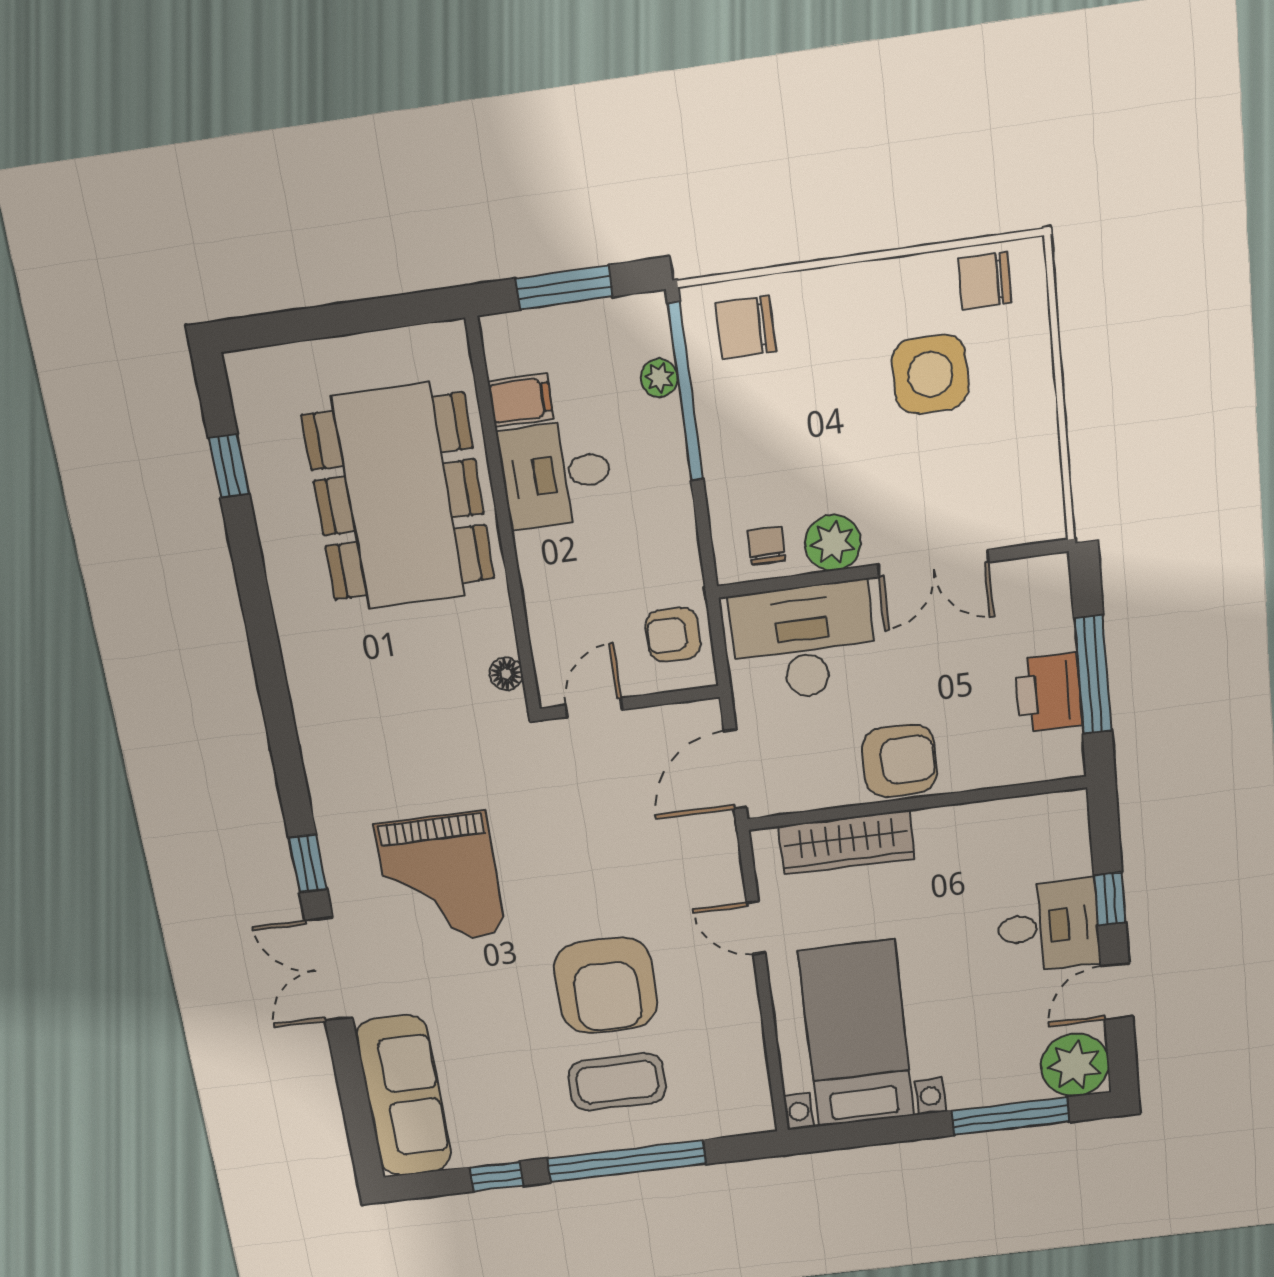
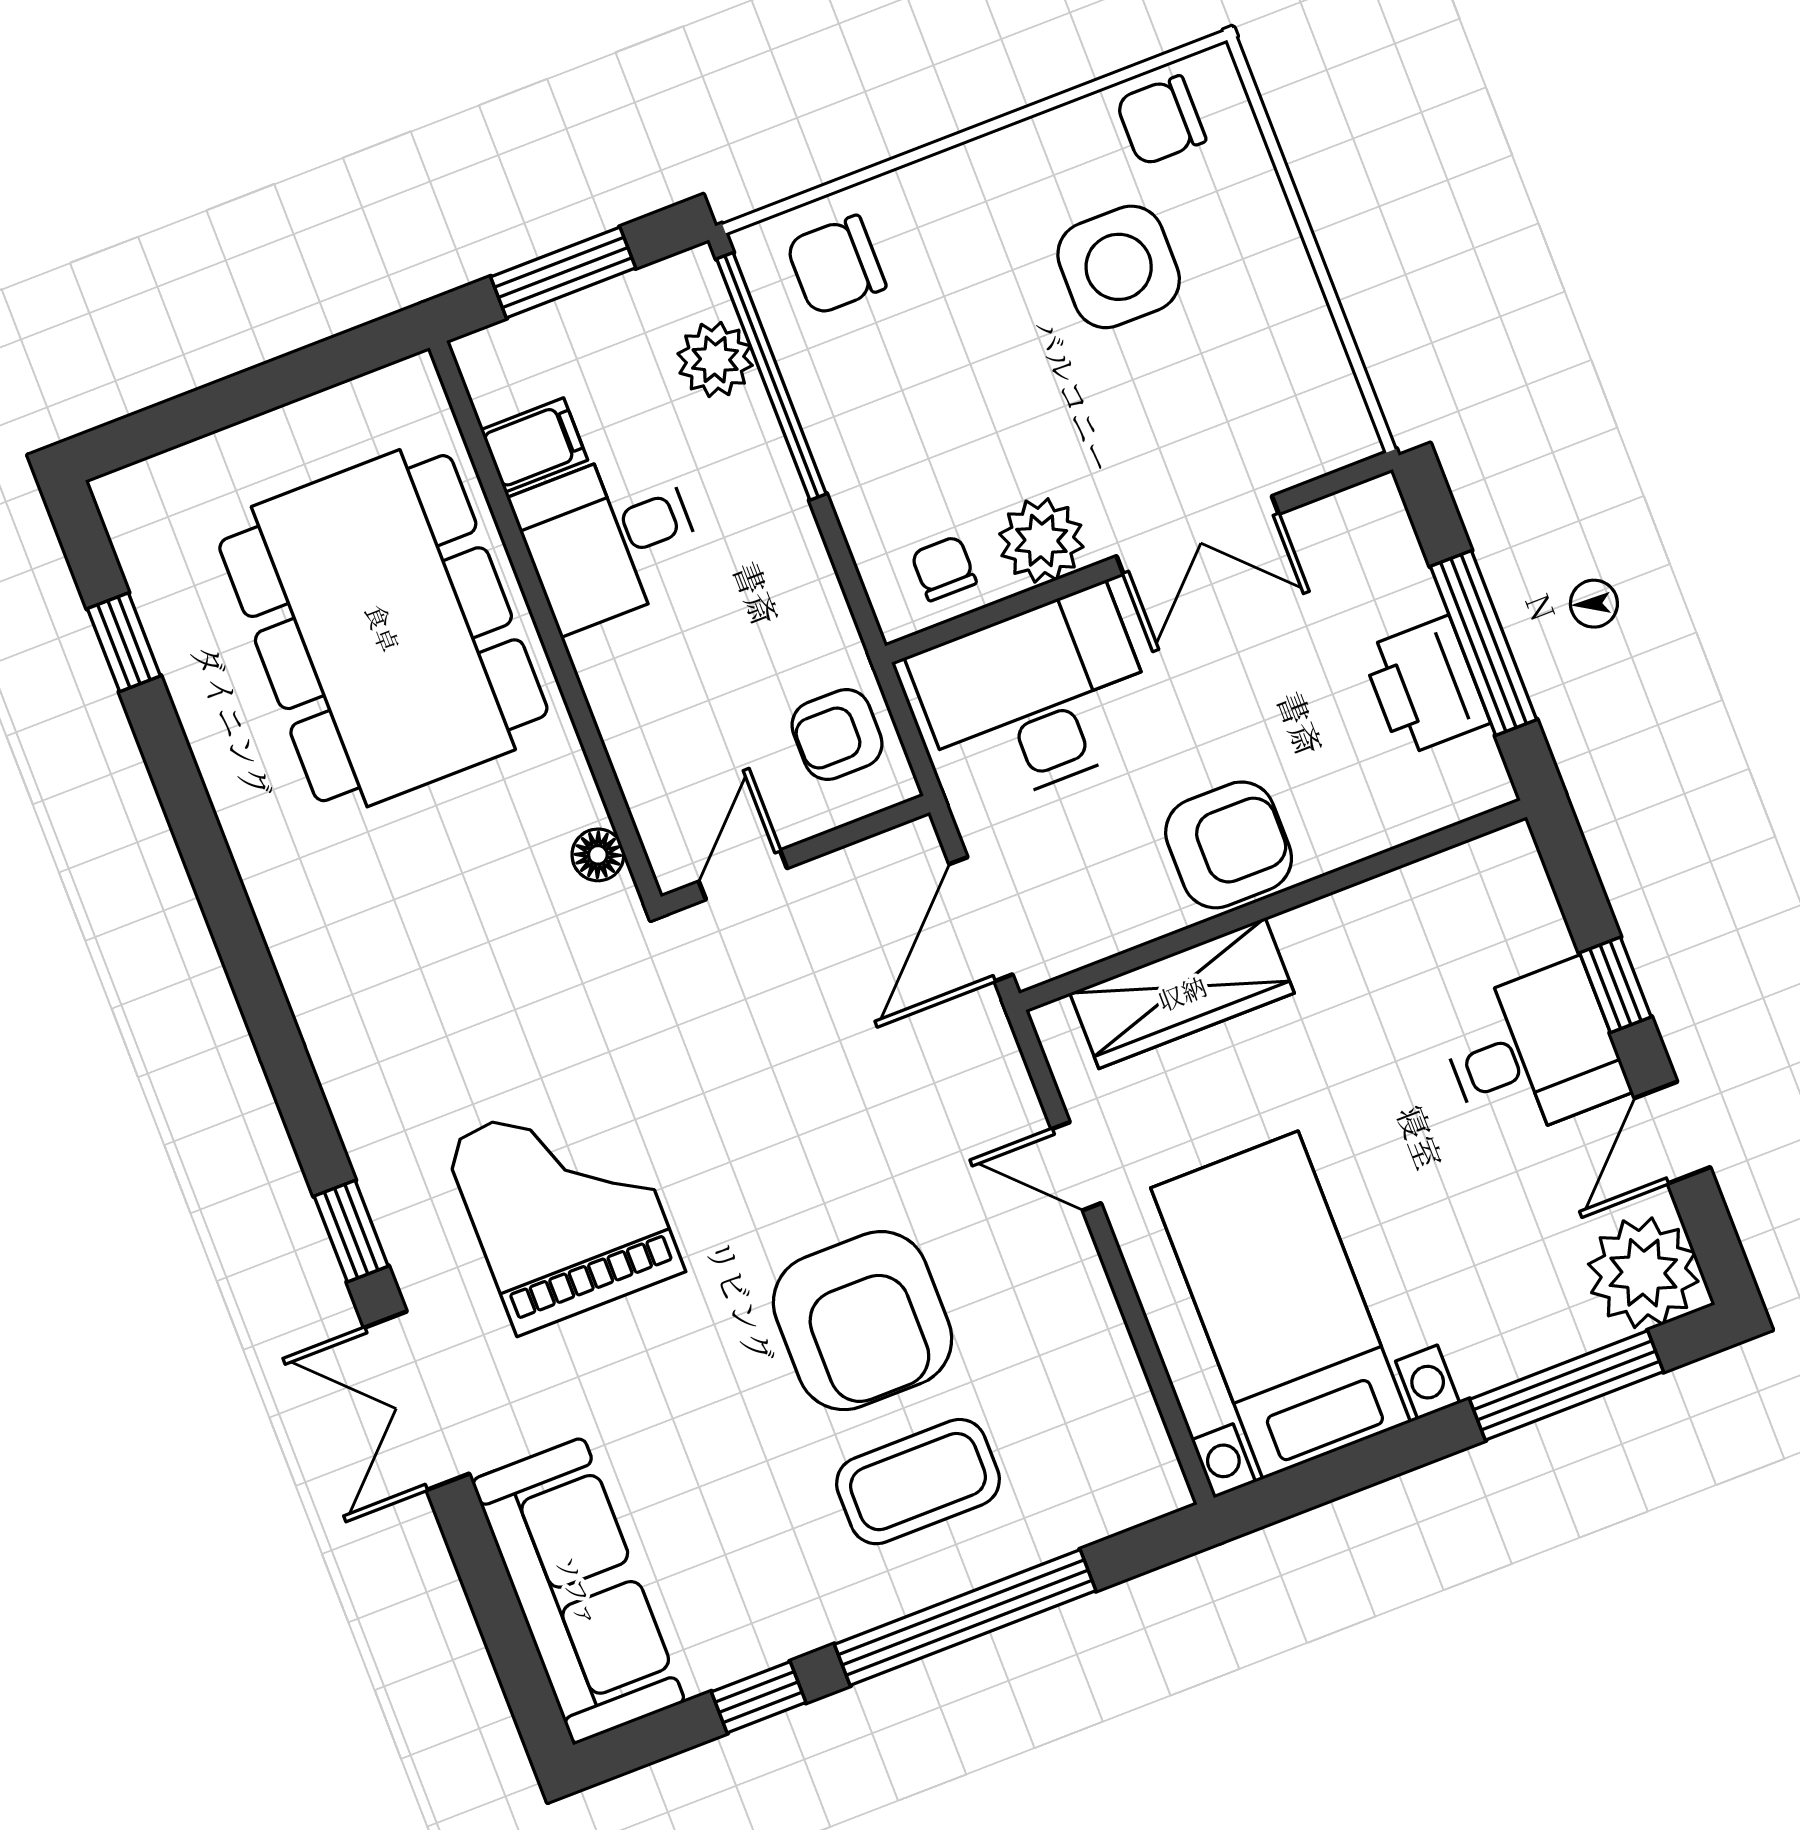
plant: (659, 378) -> (715, 360), width x1.38, depth x1.38
grand piano: (440, 879) -> (564, 1207), turned 180

